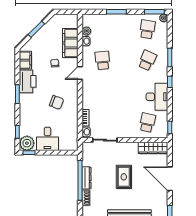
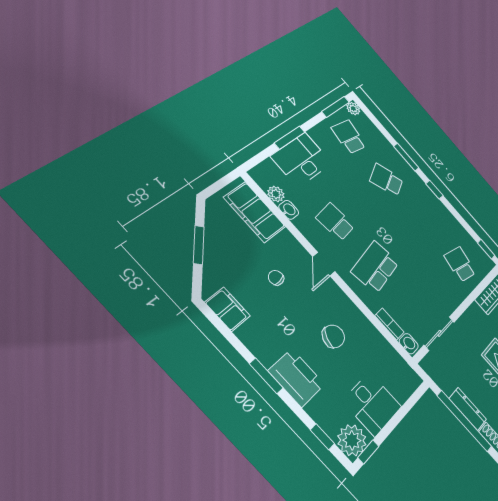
filing cabinet: (70, 43) -> (255, 212), moved
school desk: (147, 60) -> (386, 180), turned -48
printer: (28, 81) -> (297, 378), moved
school desk: (102, 91) -> (375, 267), added
desk: (157, 97) -> (302, 160), moved, turned -90

